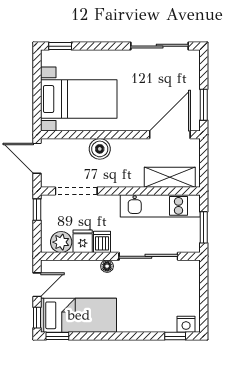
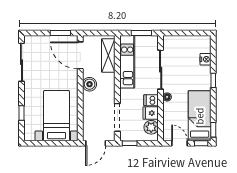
window: (60, 46) -> (21, 113), moved
boiler: (100, 149) -> (90, 84), moved
nightstand: (186, 324) -> (206, 59), moved
window: (175, 336) -> (213, 80), moved

